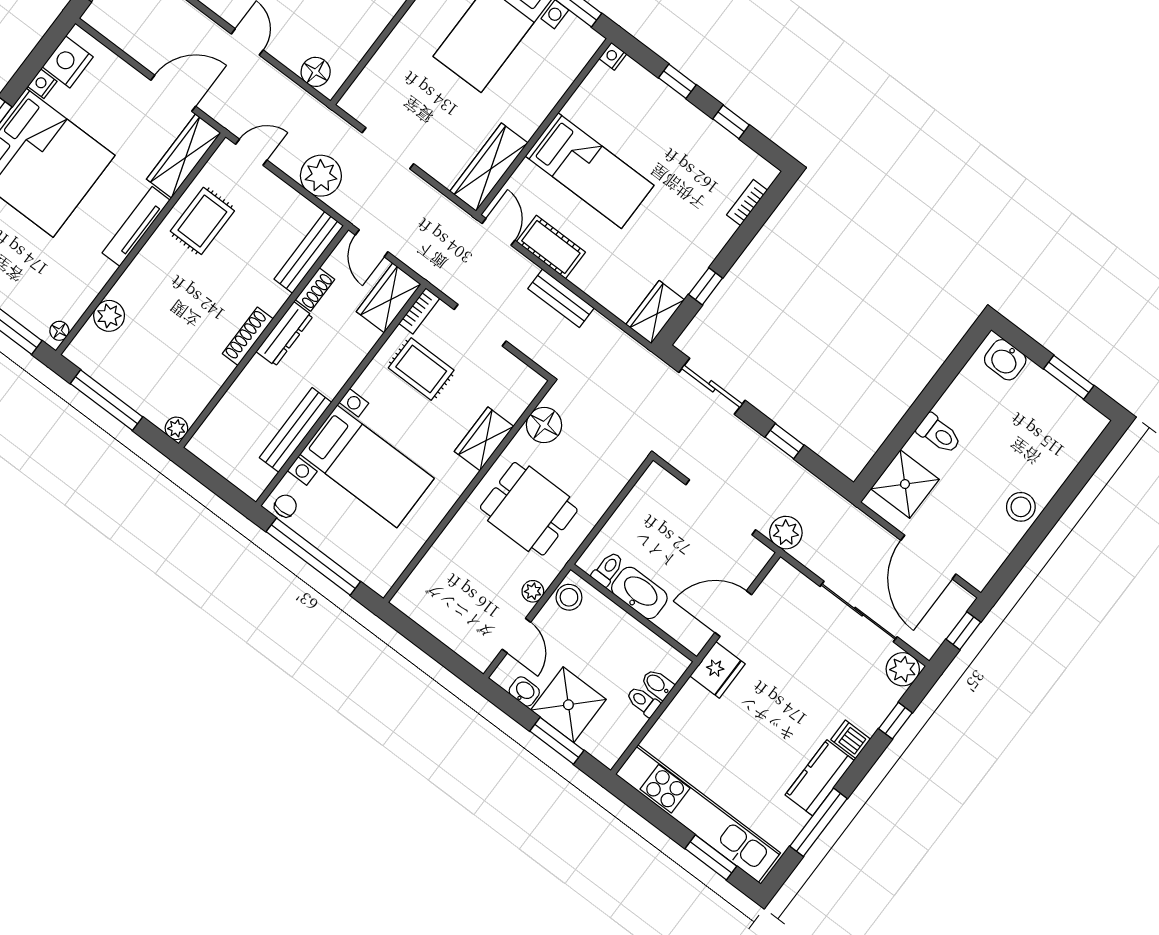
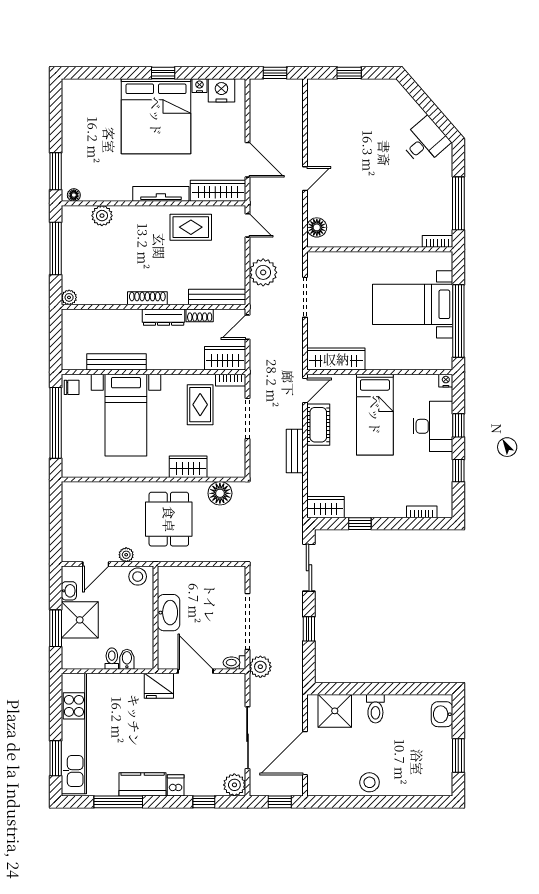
desk: (656, 112) -> (433, 426), added
toilet: (608, 569) -> (234, 663), moved, turned 180

